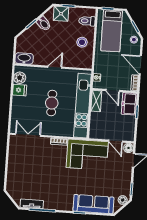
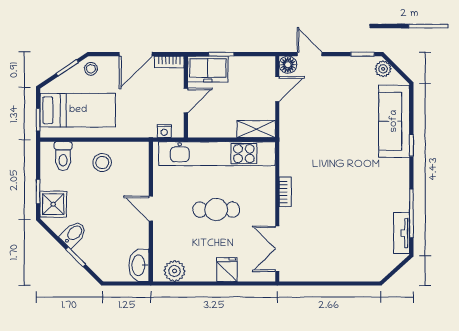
fridge: (20, 90) -> (227, 270), moved
shelving: (96, 101) -> (256, 129), moved
corner sofa: (87, 155) -> (305, 139), removed

